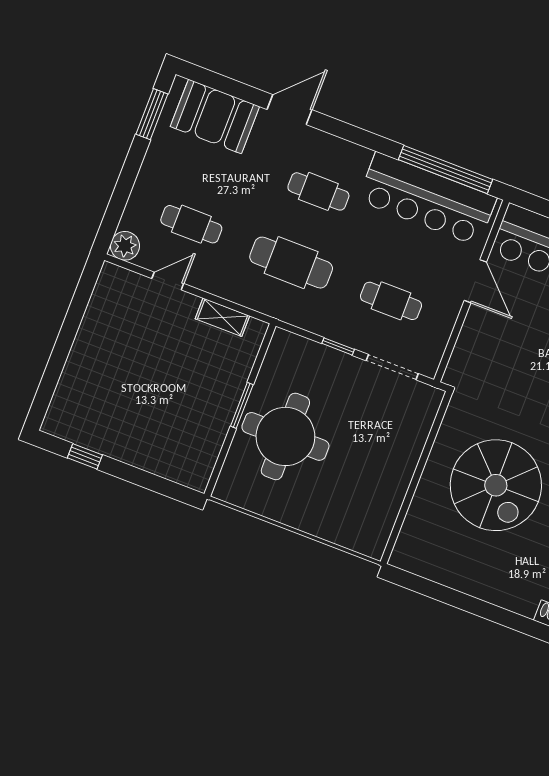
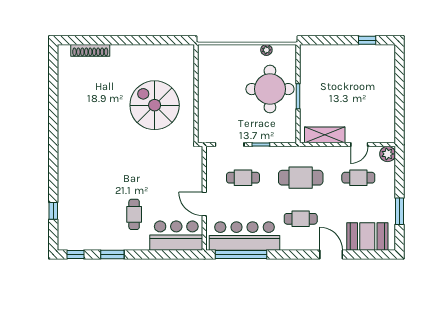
door: (289, 110) -> (331, 254), swing flipped
window: (152, 114) -> (399, 211), moved
shelving: (222, 317) -> (325, 135), width x1.50, depth x1.33
plant: (266, 506) -> (266, 50), added

